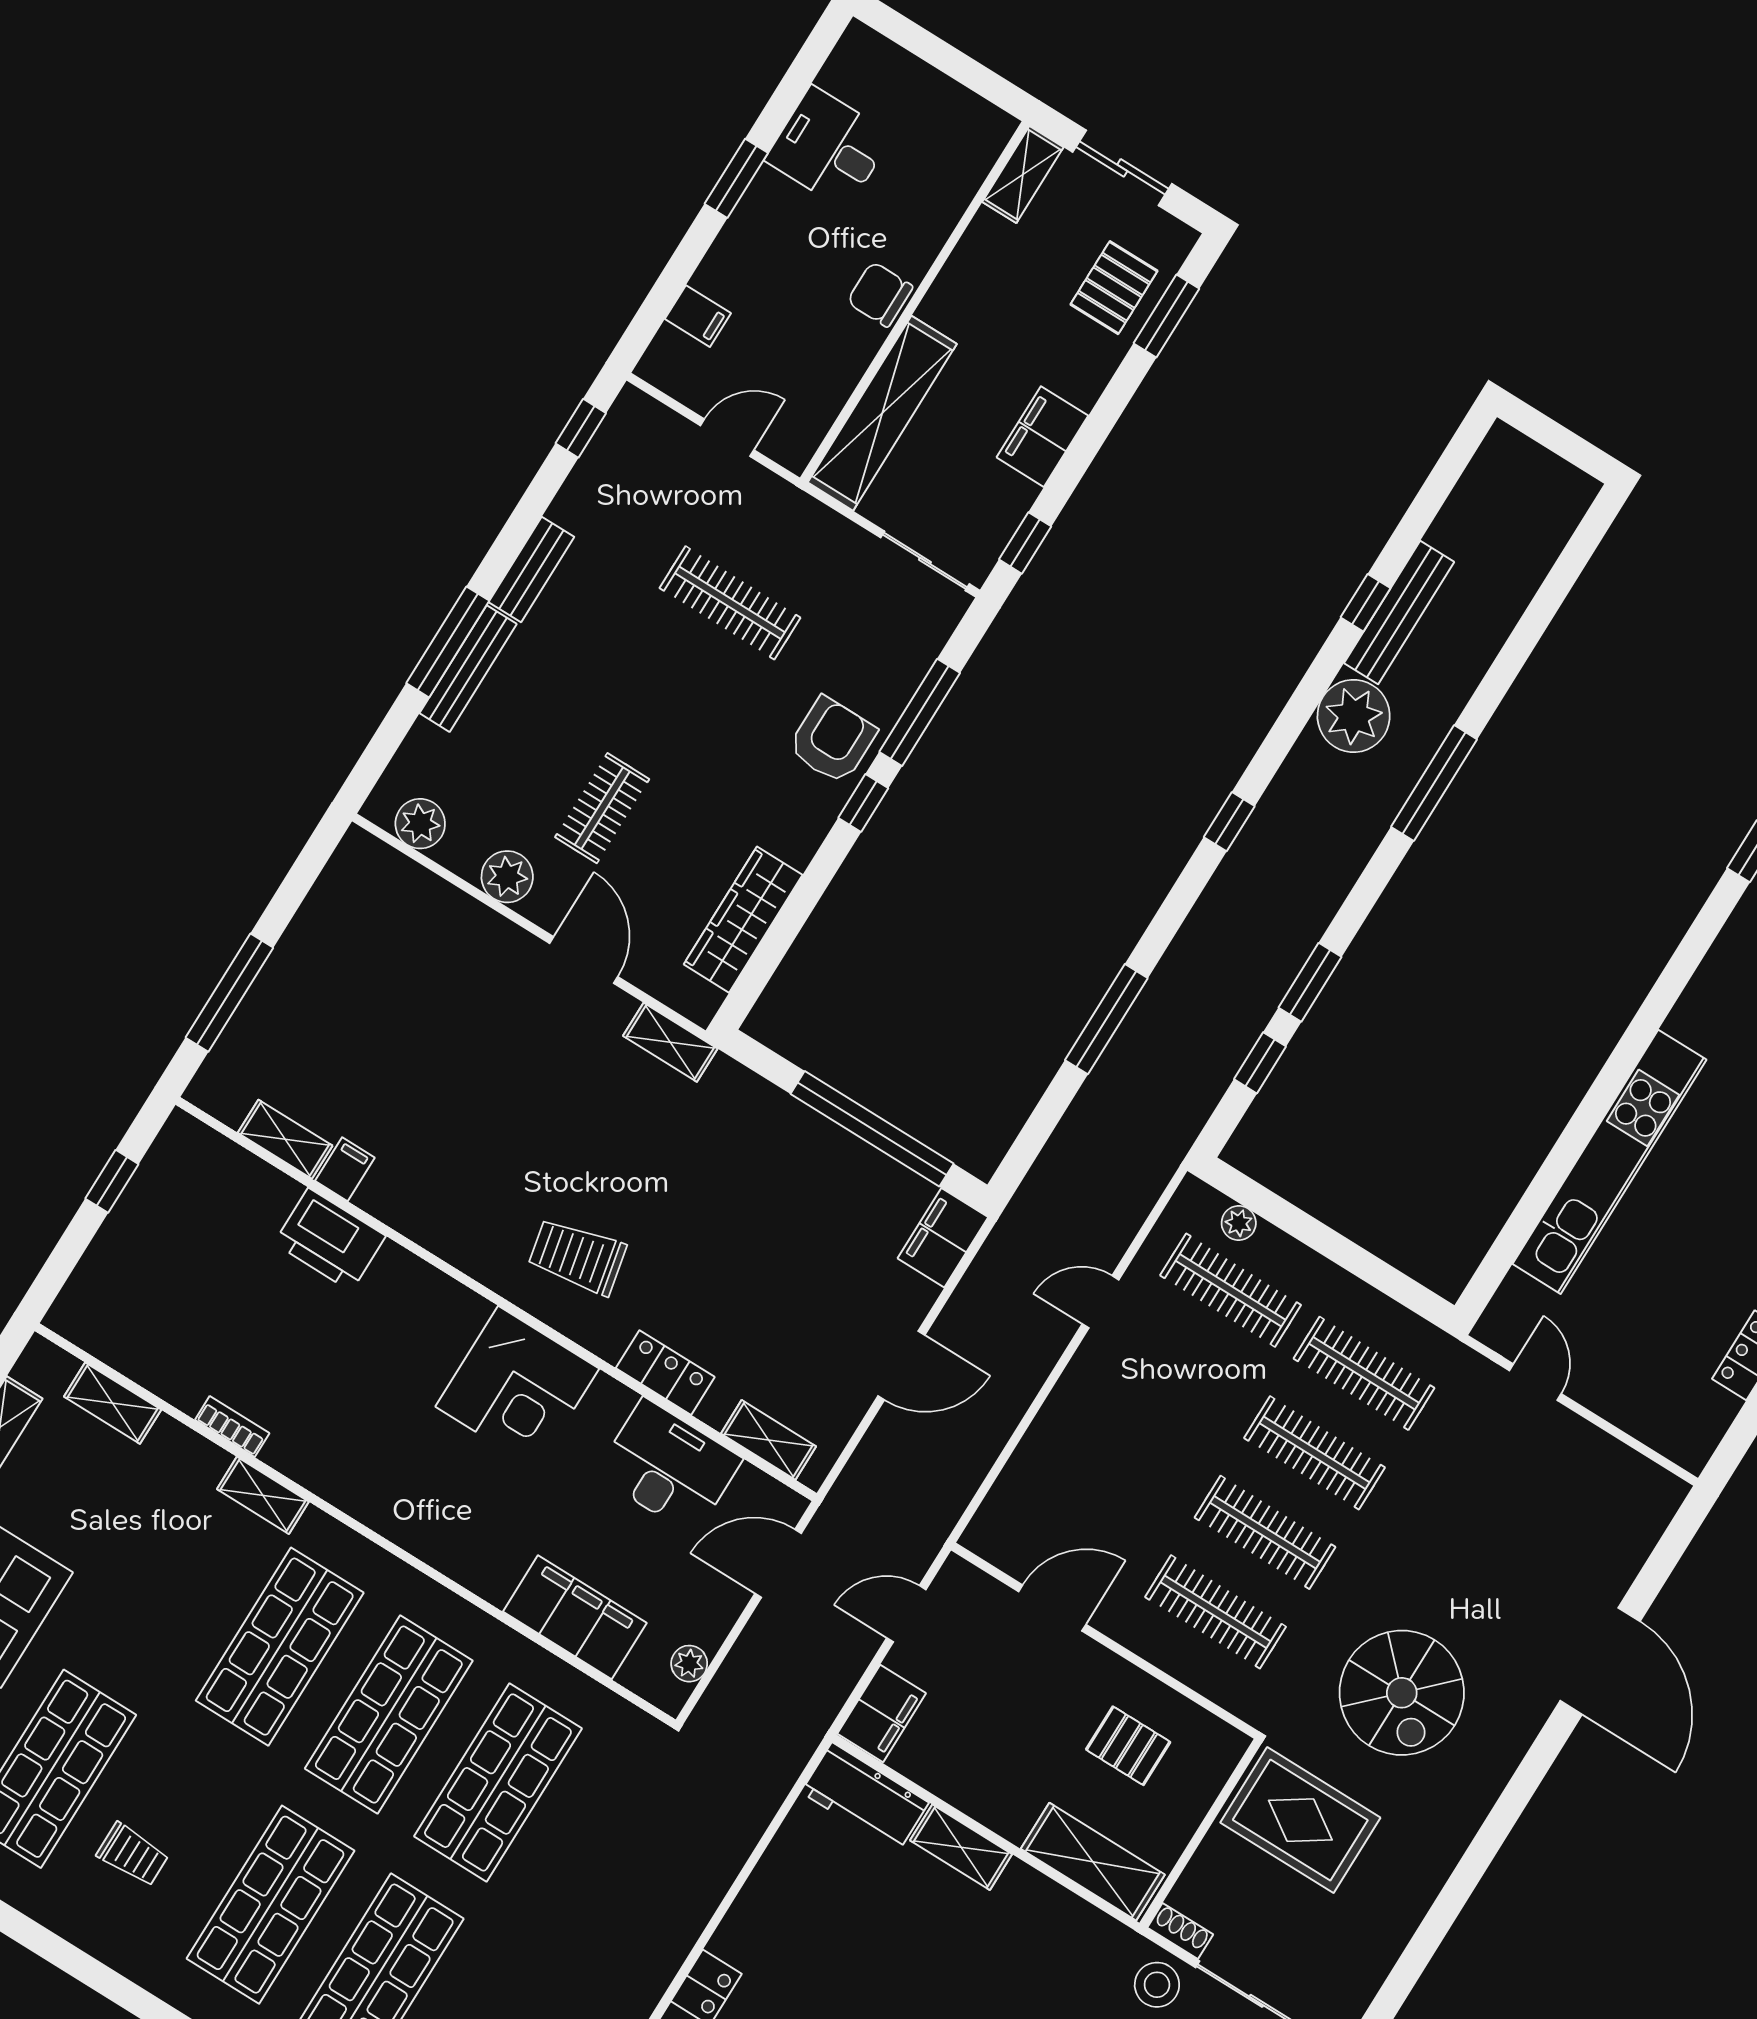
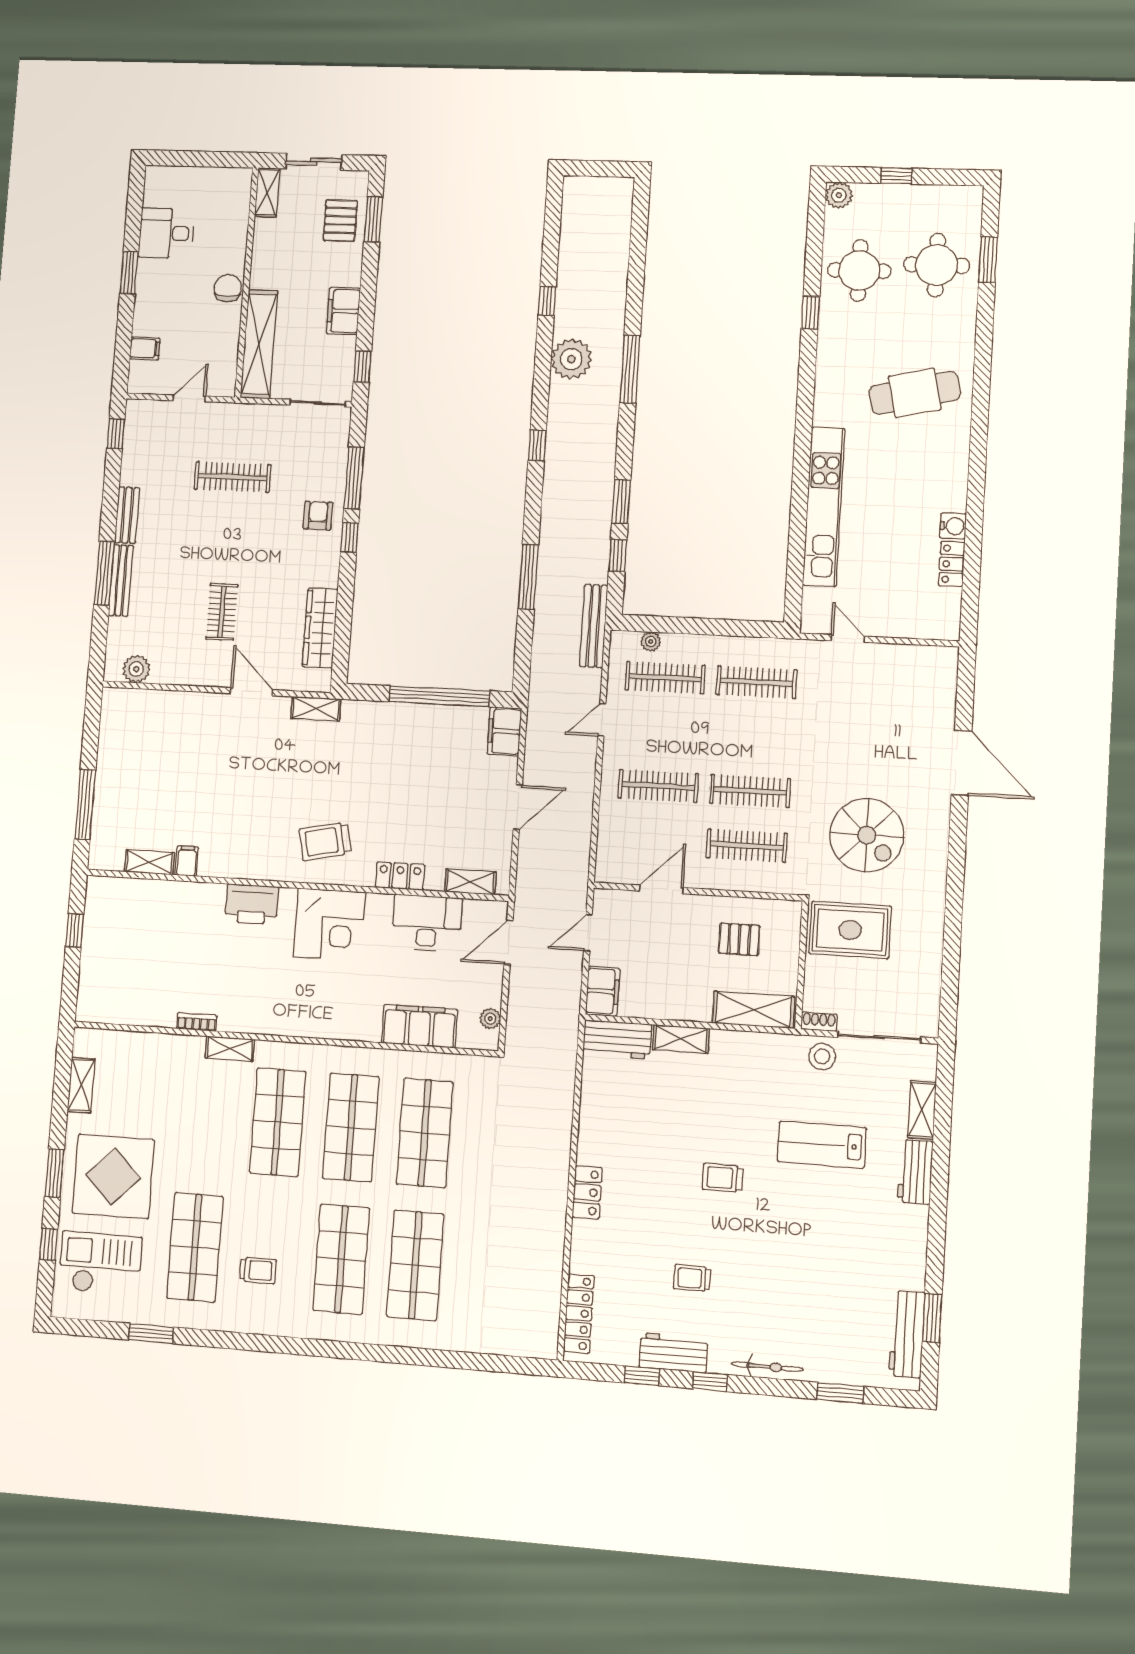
chair: (880, 294) -> (228, 288), turned 90
bench: (1399, 613) -> (594, 626), moved
armchair: (832, 740) -> (318, 516), width x0.72, depth x0.72
plant: (507, 877) -> (192, 671), removed
printer: (330, 1240) -> (252, 904), moved
shelving: (113, 1403) -> (131, 1042), removed
clothes rail: (1314, 1453) -> (658, 786), moved

